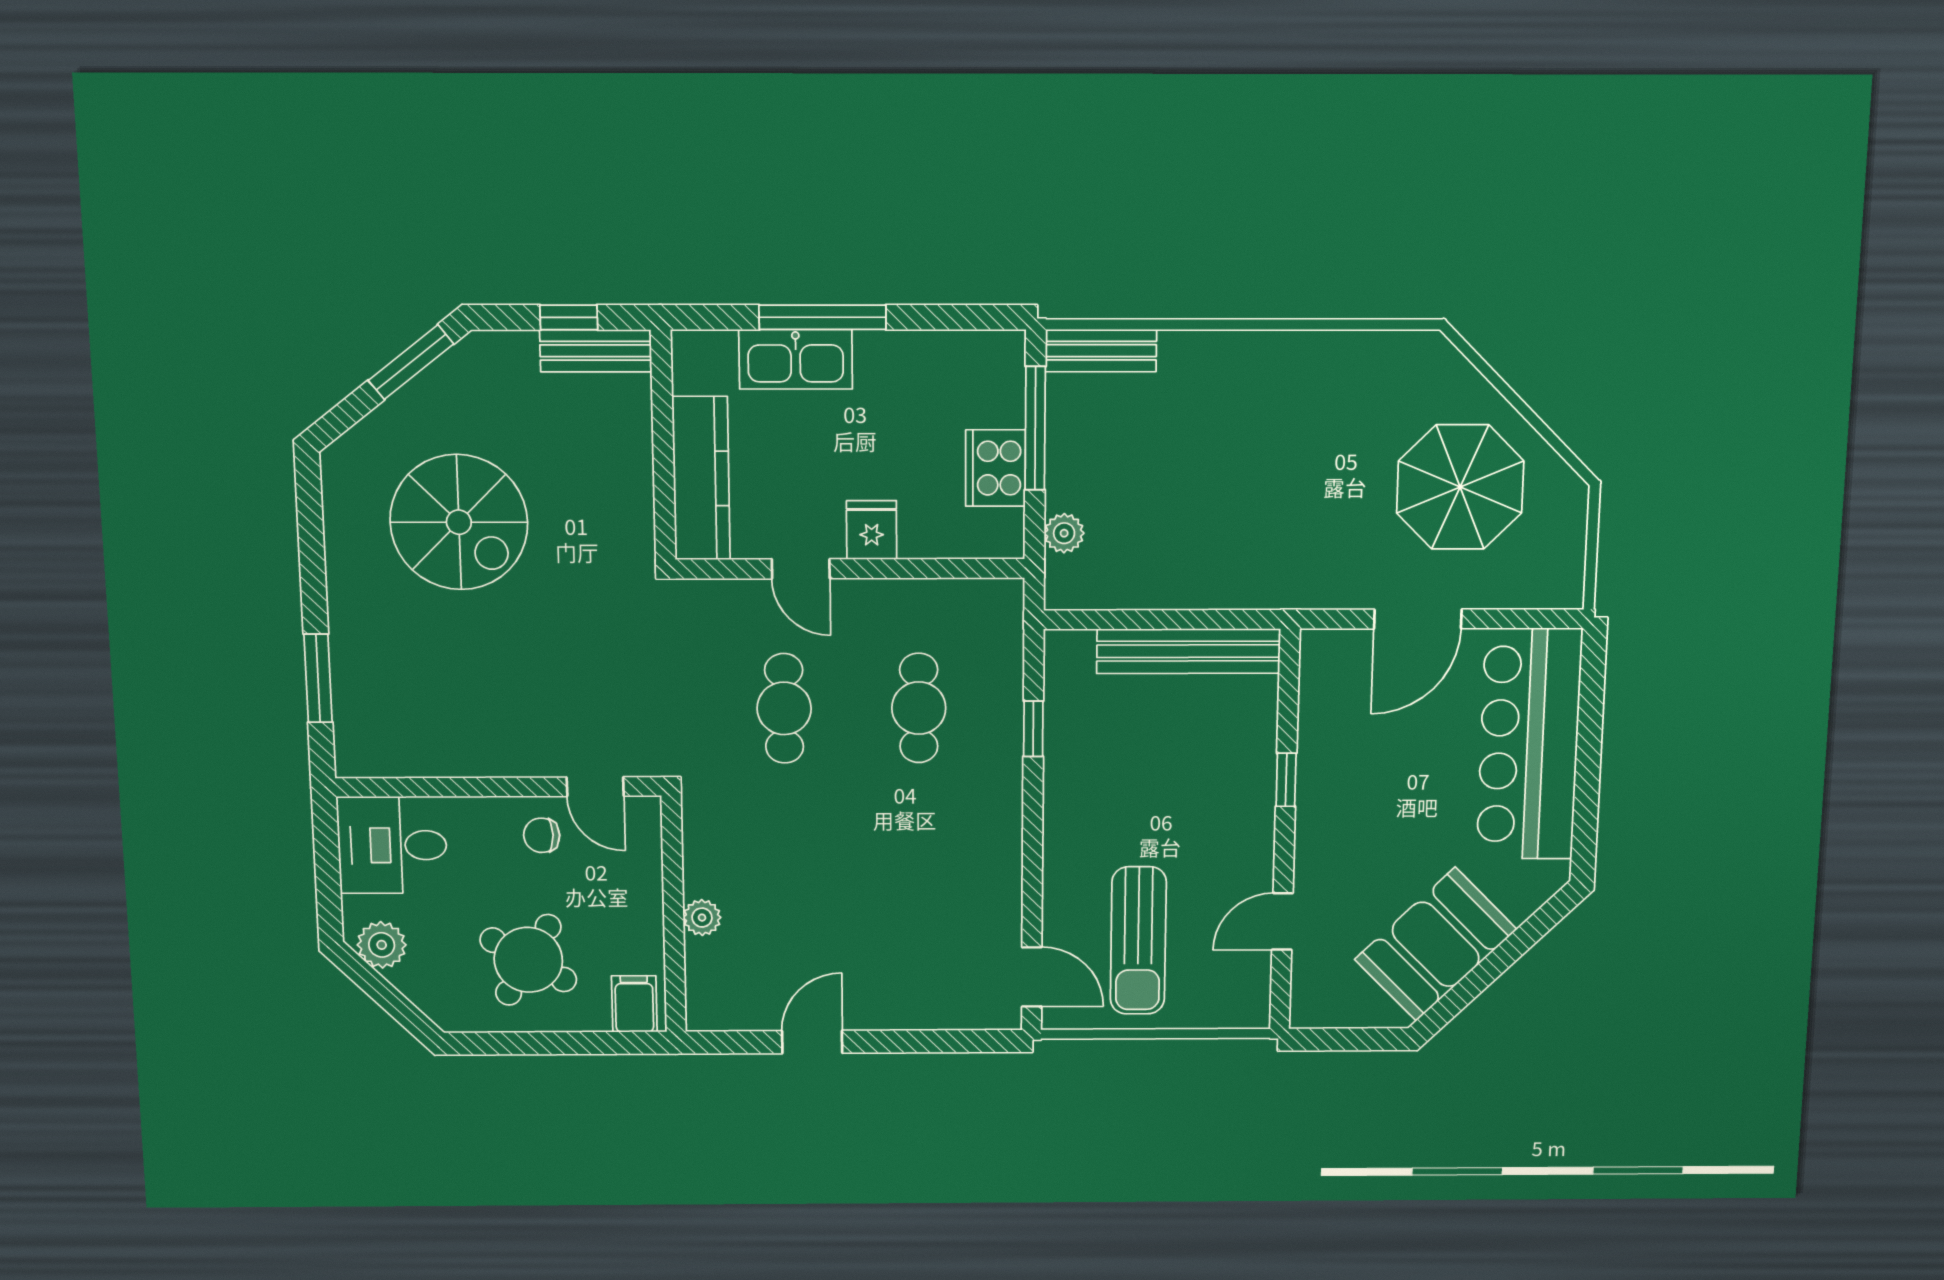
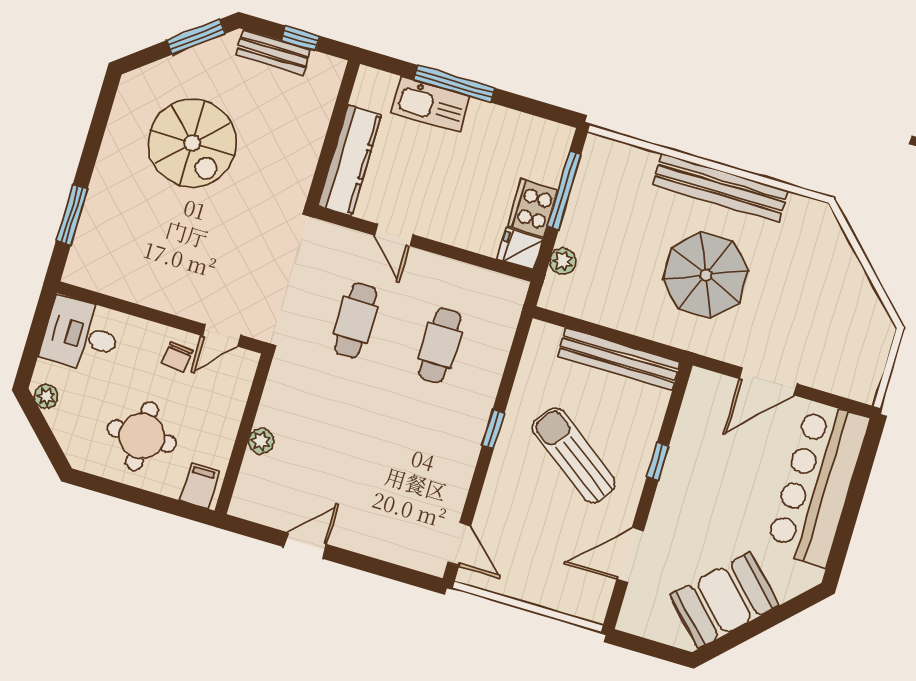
bench: (596, 351) -> (273, 52), moved
bench: (1101, 351) -> (720, 188), moved, width x1.86, depth x1.21
parasol: (1460, 487) -> (706, 275), moved
fridge: (872, 530) -> (520, 249), moved, turned -90
window: (1033, 729) -> (493, 429), moved
door: (595, 787) -> (221, 335), hinge flipped
chair: (542, 835) -> (177, 357), turned -83
door: (1282, 921) -> (630, 555), width x1.38
sun lounger: (1138, 941) -> (574, 455), moved, turned 126
plant: (382, 945) -> (46, 396), width x0.73, depth x0.73
round table: (528, 960) -> (142, 436), turned -31

